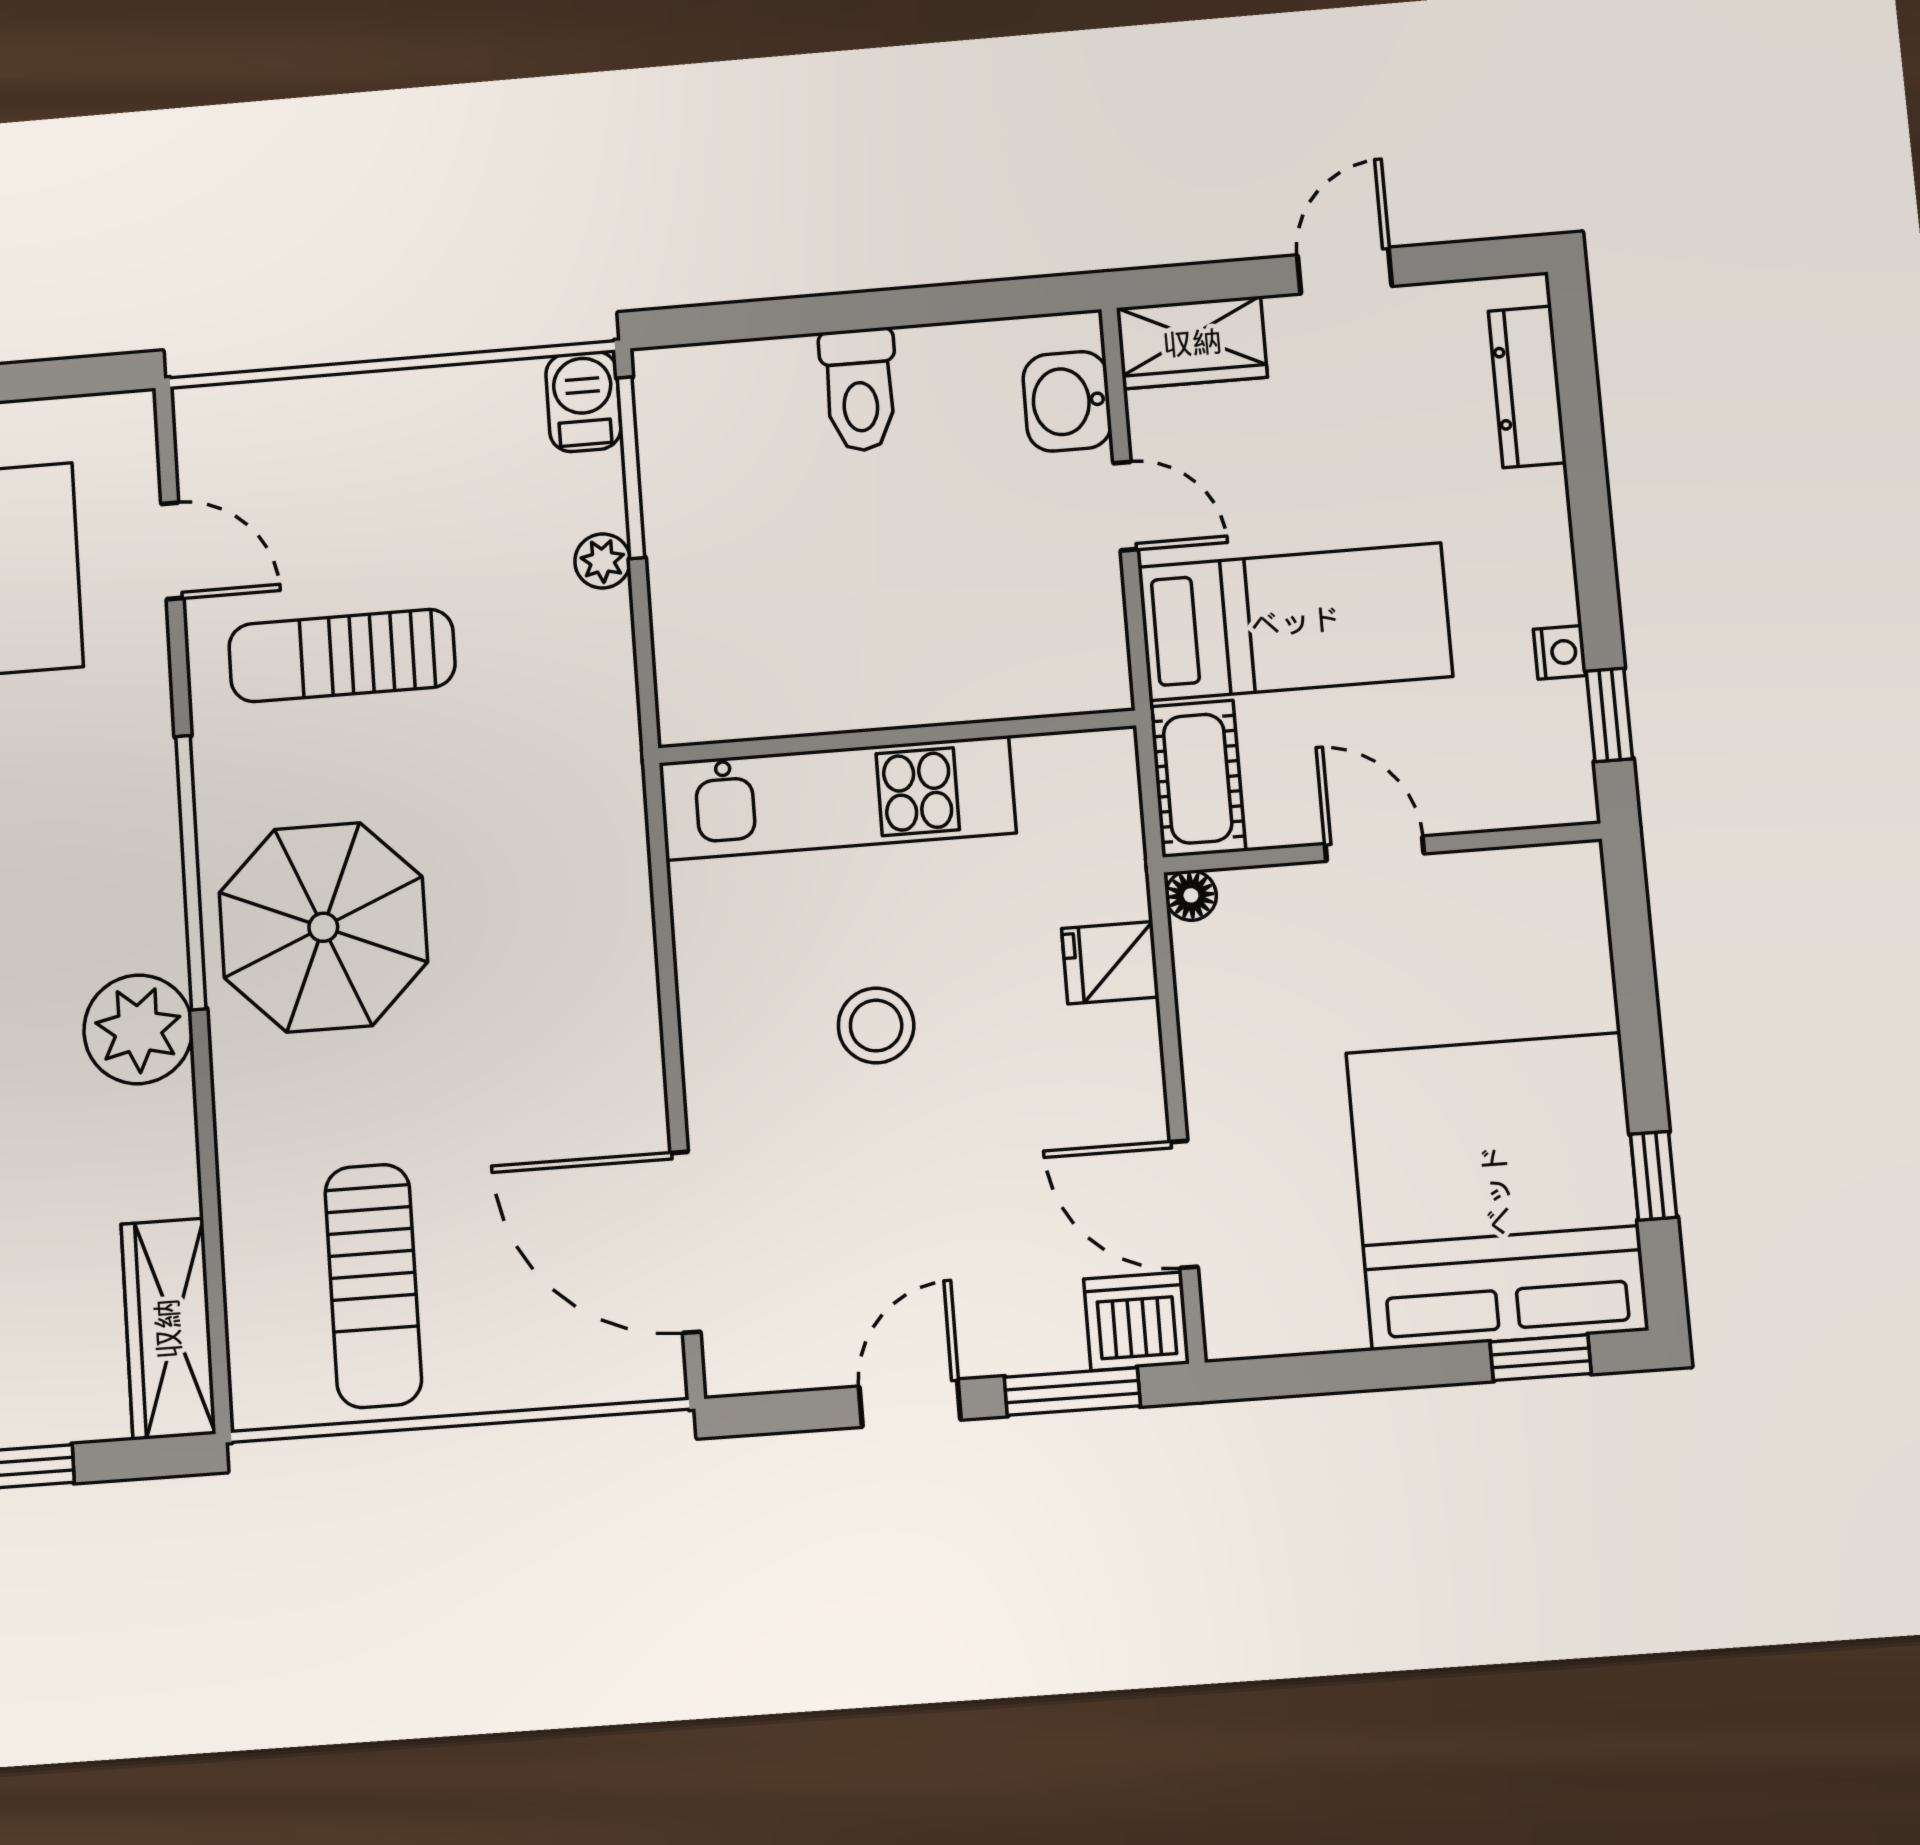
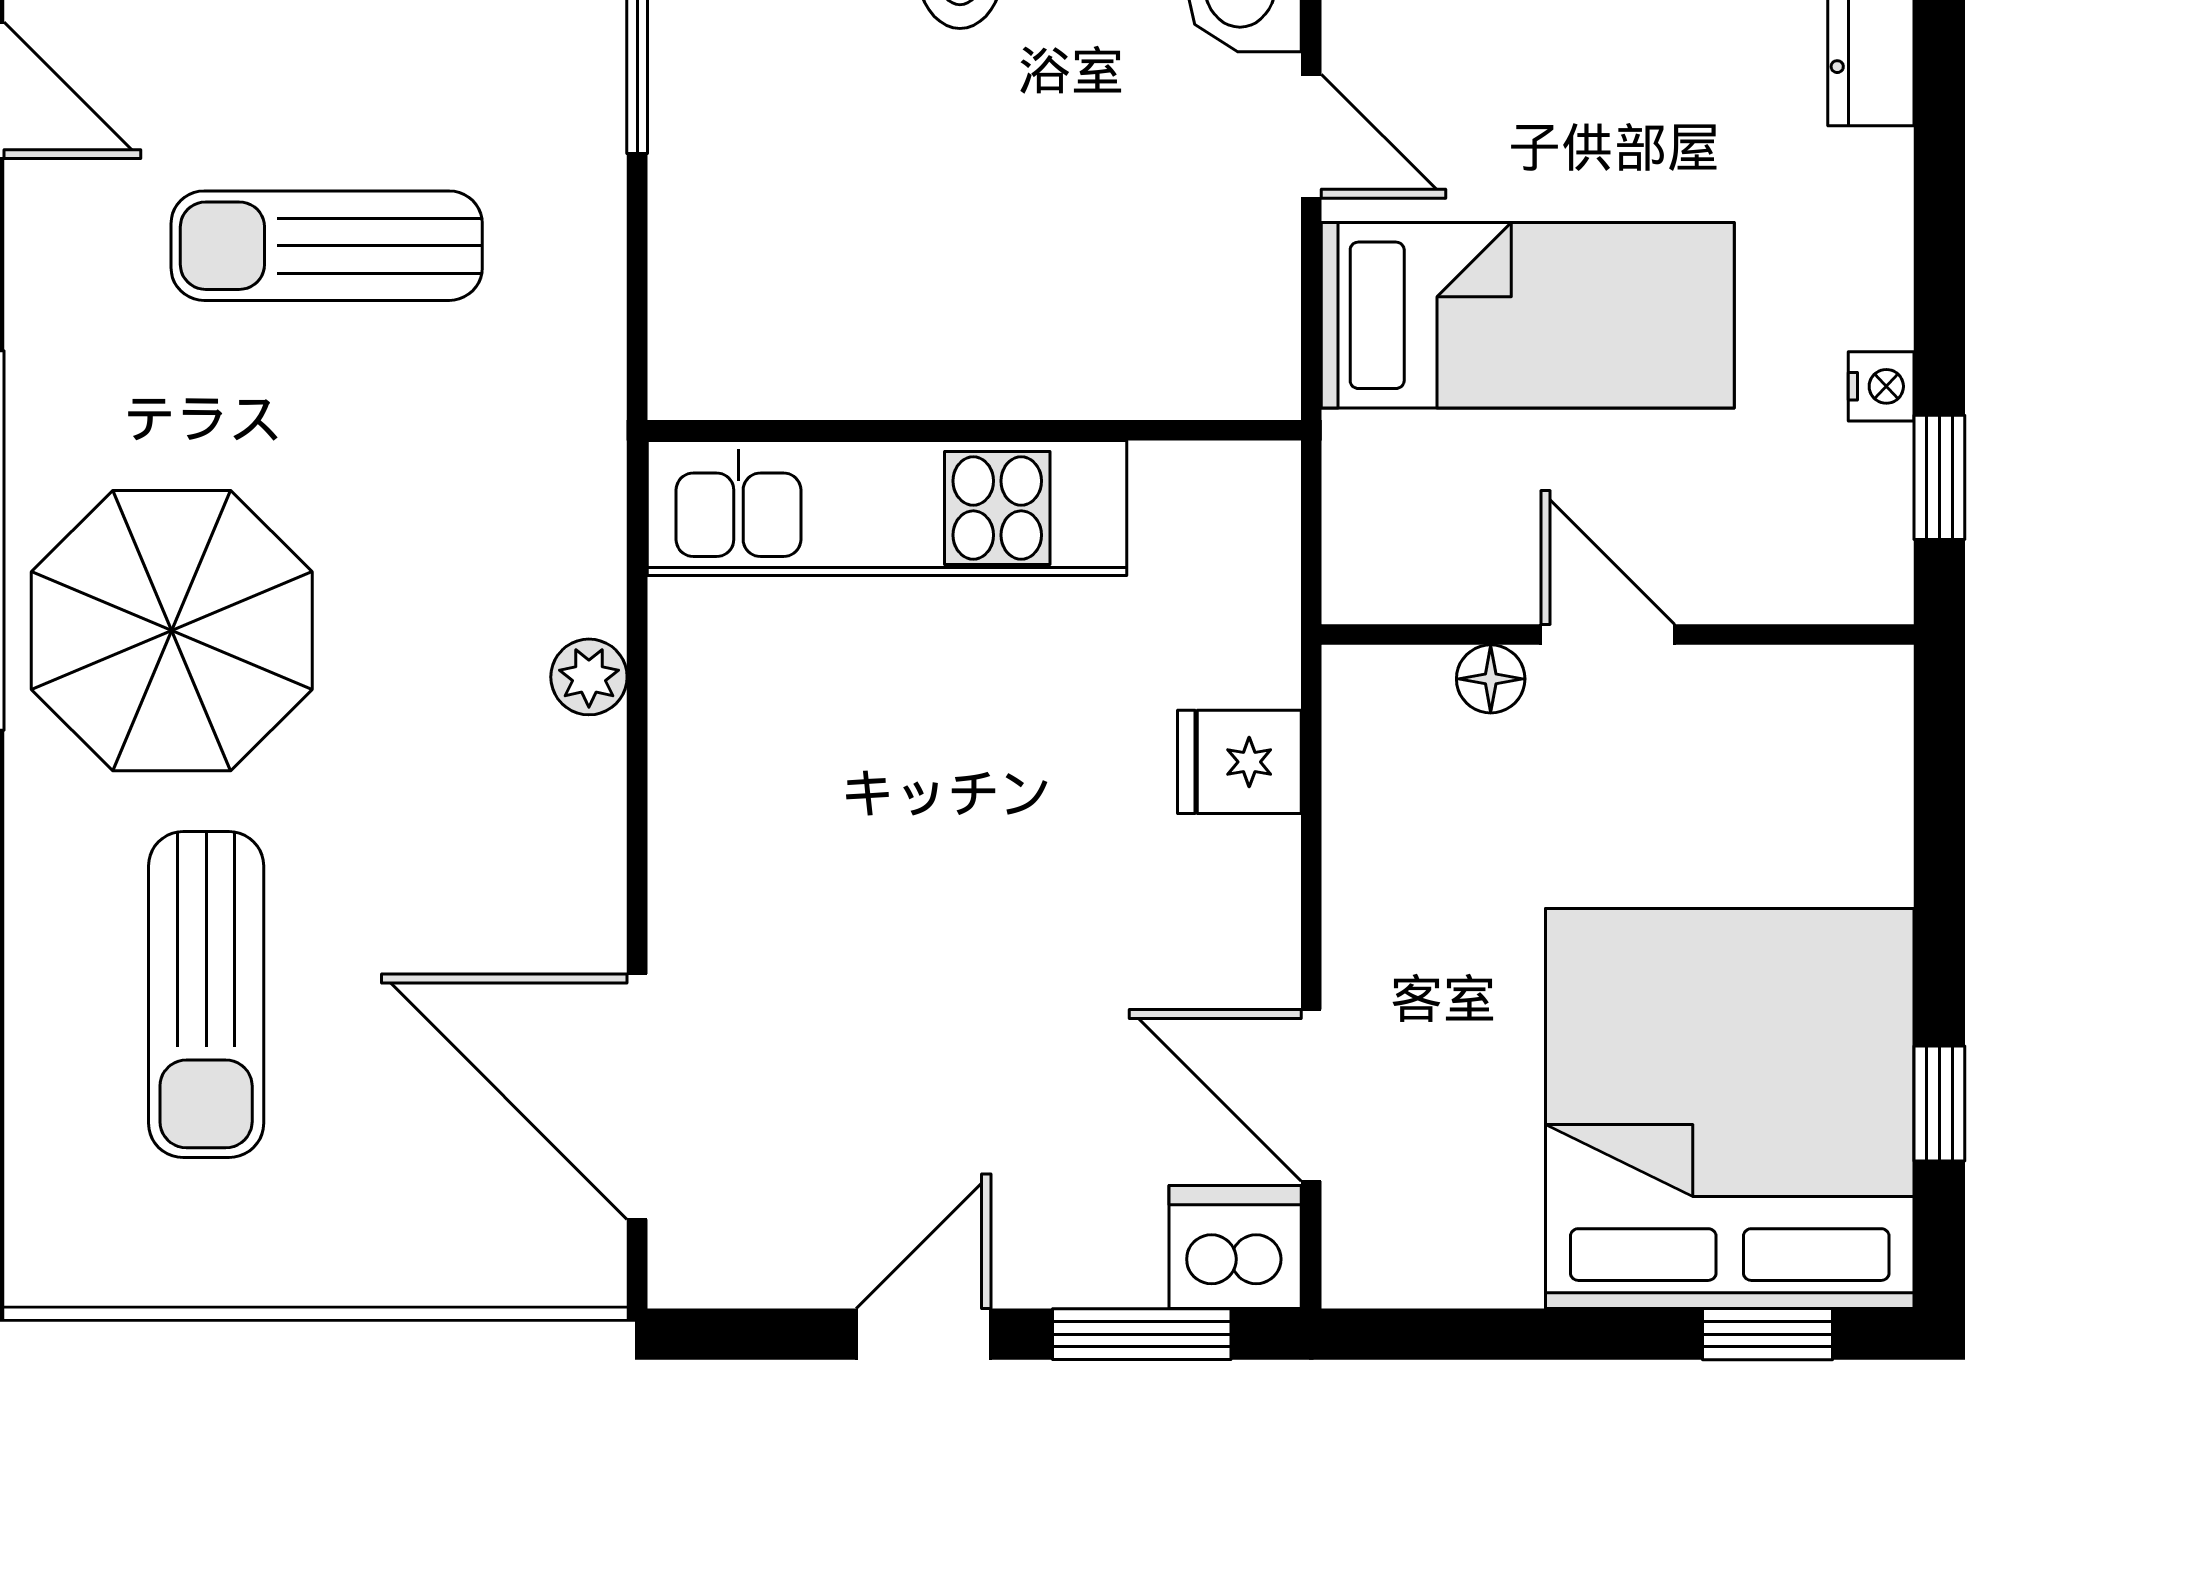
plant: (602, 561) -> (589, 677), moved
sun lounger: (342, 656) -> (327, 246), moved
cot: (1198, 779) -> (1378, 520), removed
floor lamp: (1191, 895) -> (1491, 679), moved
stool: (876, 1026) -> (916, 823), removed
sun lounger: (373, 1286) -> (206, 995), moved

